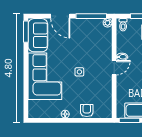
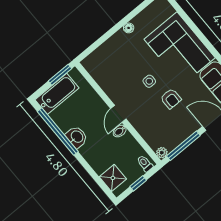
armchair: (87, 110) -> (171, 99), moved

